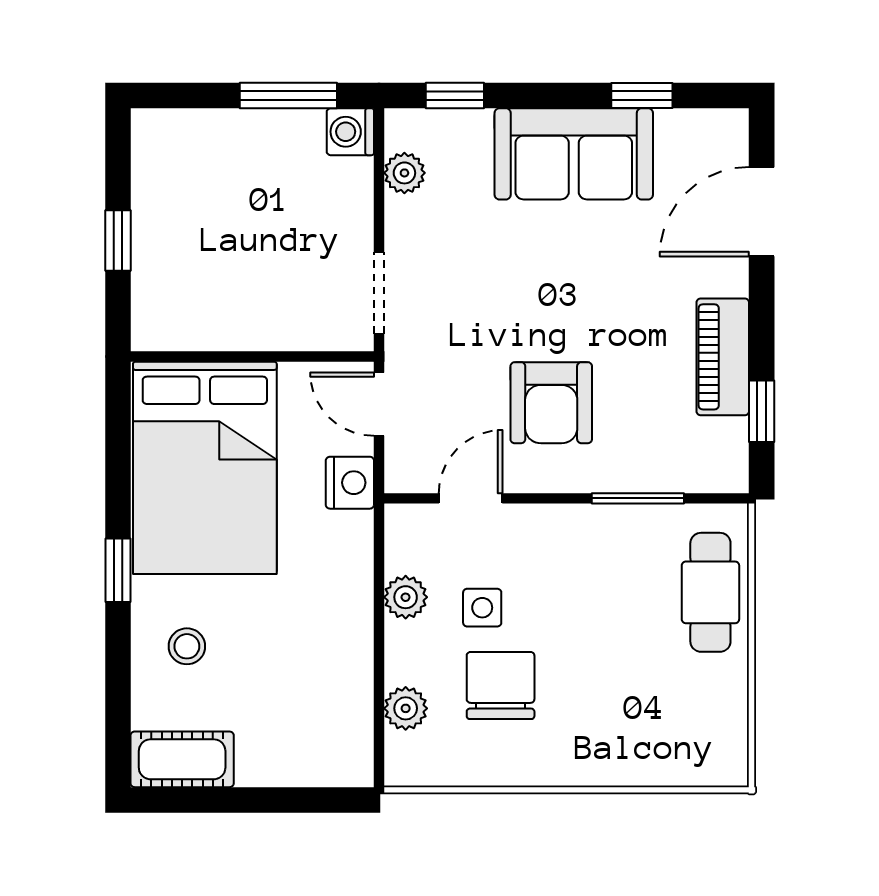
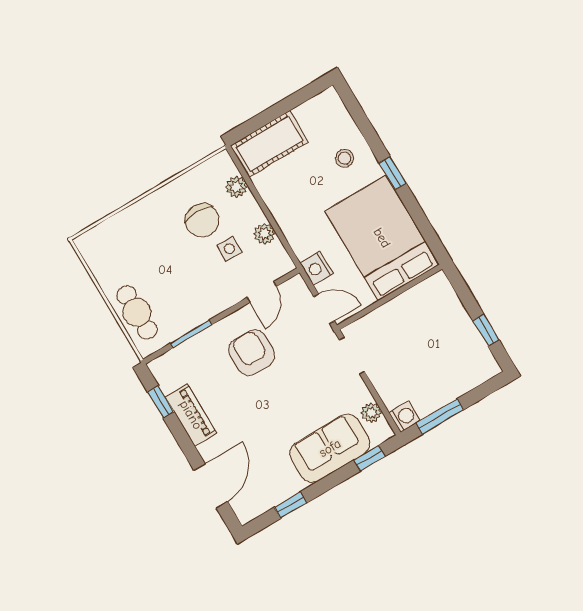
sofa: (574, 154) -> (330, 448), moved
window: (118, 241) -> (486, 330), moved
cot: (182, 759) -> (269, 144), moved, width x1.37, depth x1.34

